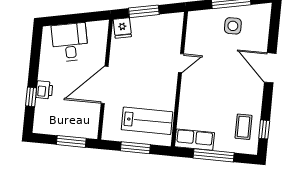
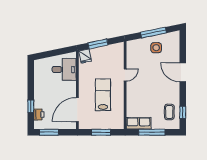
desk: (70, 42) -> (64, 69), moved, turned 102
door: (105, 85) -> (77, 110), moved
printer: (44, 90) -> (39, 115), moved
lab bench: (147, 121) -> (103, 95), moved, turned -90
window: (71, 141) -> (49, 132), moved

